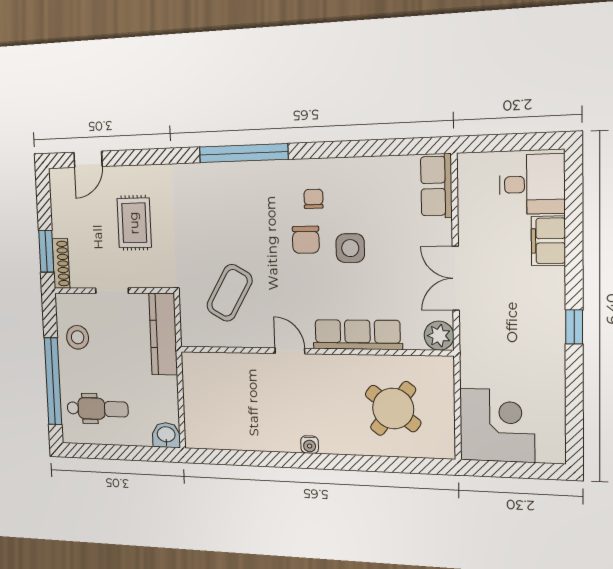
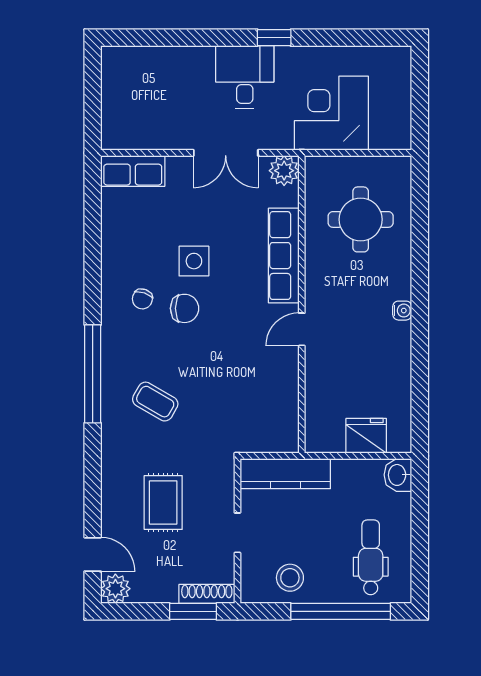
plant: (61, 181) -> (115, 589), added
desk: (532, 184) -> (245, 77), moved
chair: (313, 199) -> (142, 299), turned -71
rug: (134, 223) -> (163, 502), turned 90
filing cabinet: (548, 241) -> (189, 62), removed
coffee table: (229, 293) -> (155, 402), moved, width x0.73, depth x0.77
fridge: (198, 408) -> (366, 436), added
round table: (393, 409) -> (361, 219), turned -37
corner desk: (497, 425) -> (331, 113), moved

